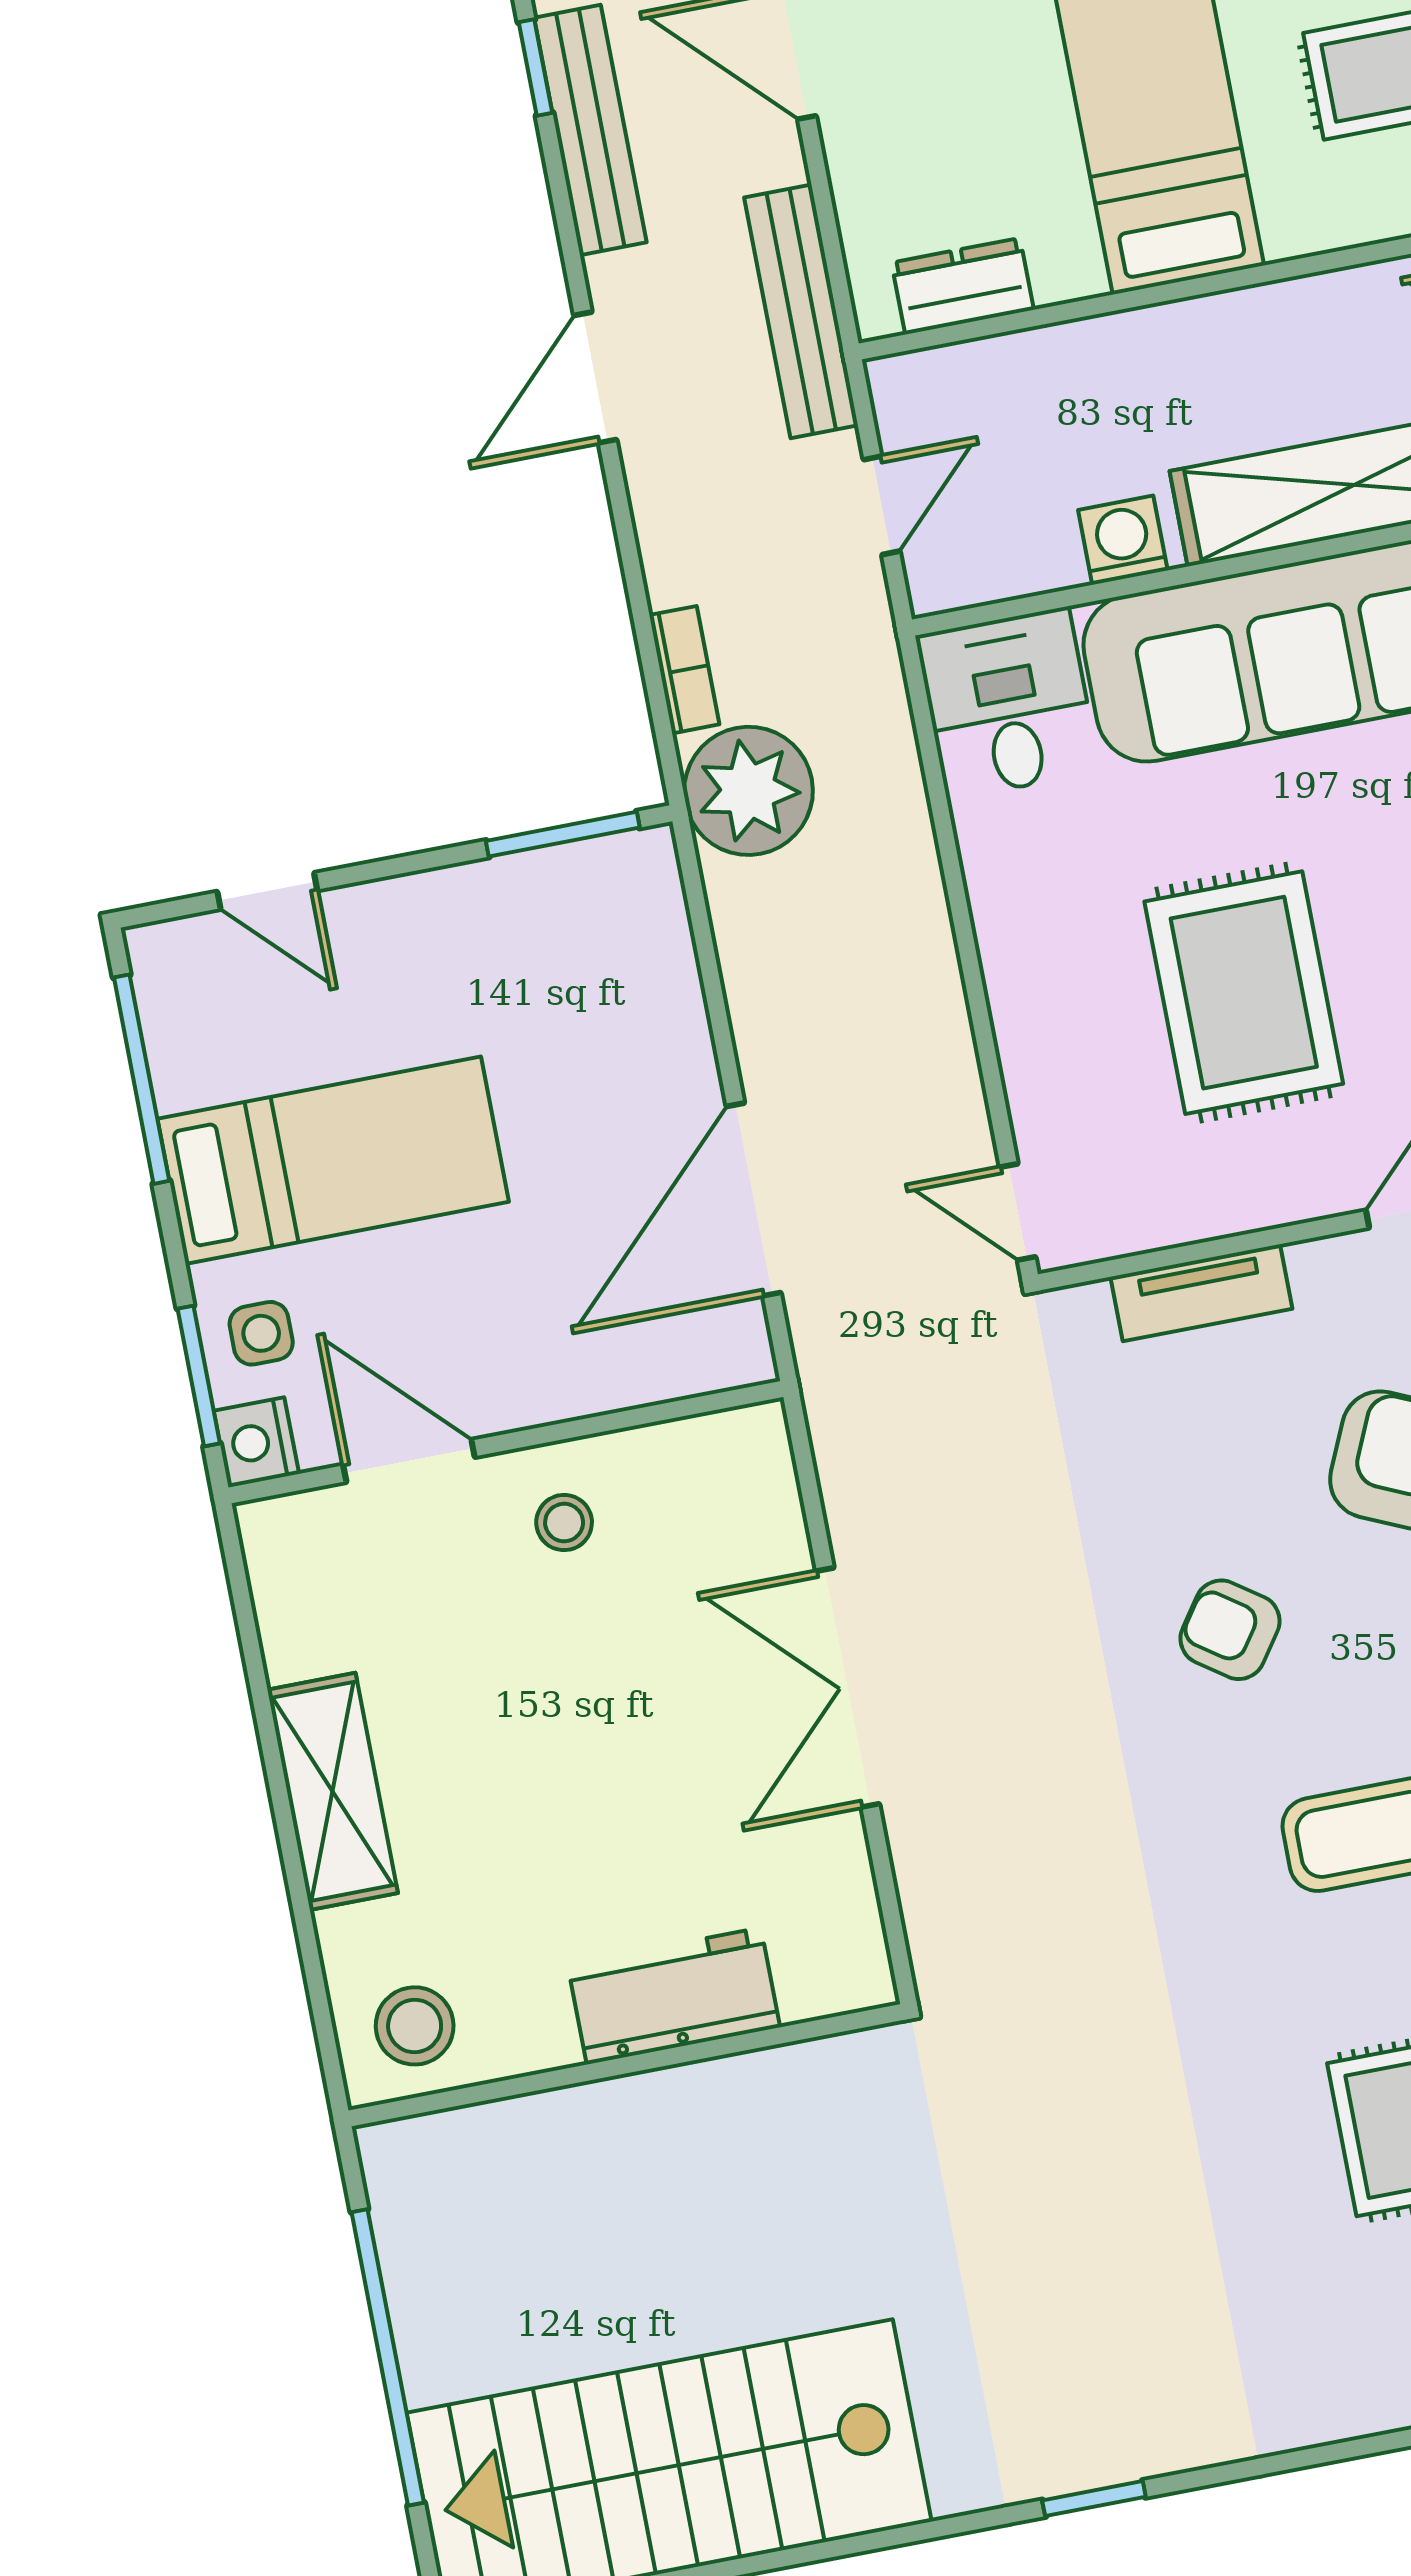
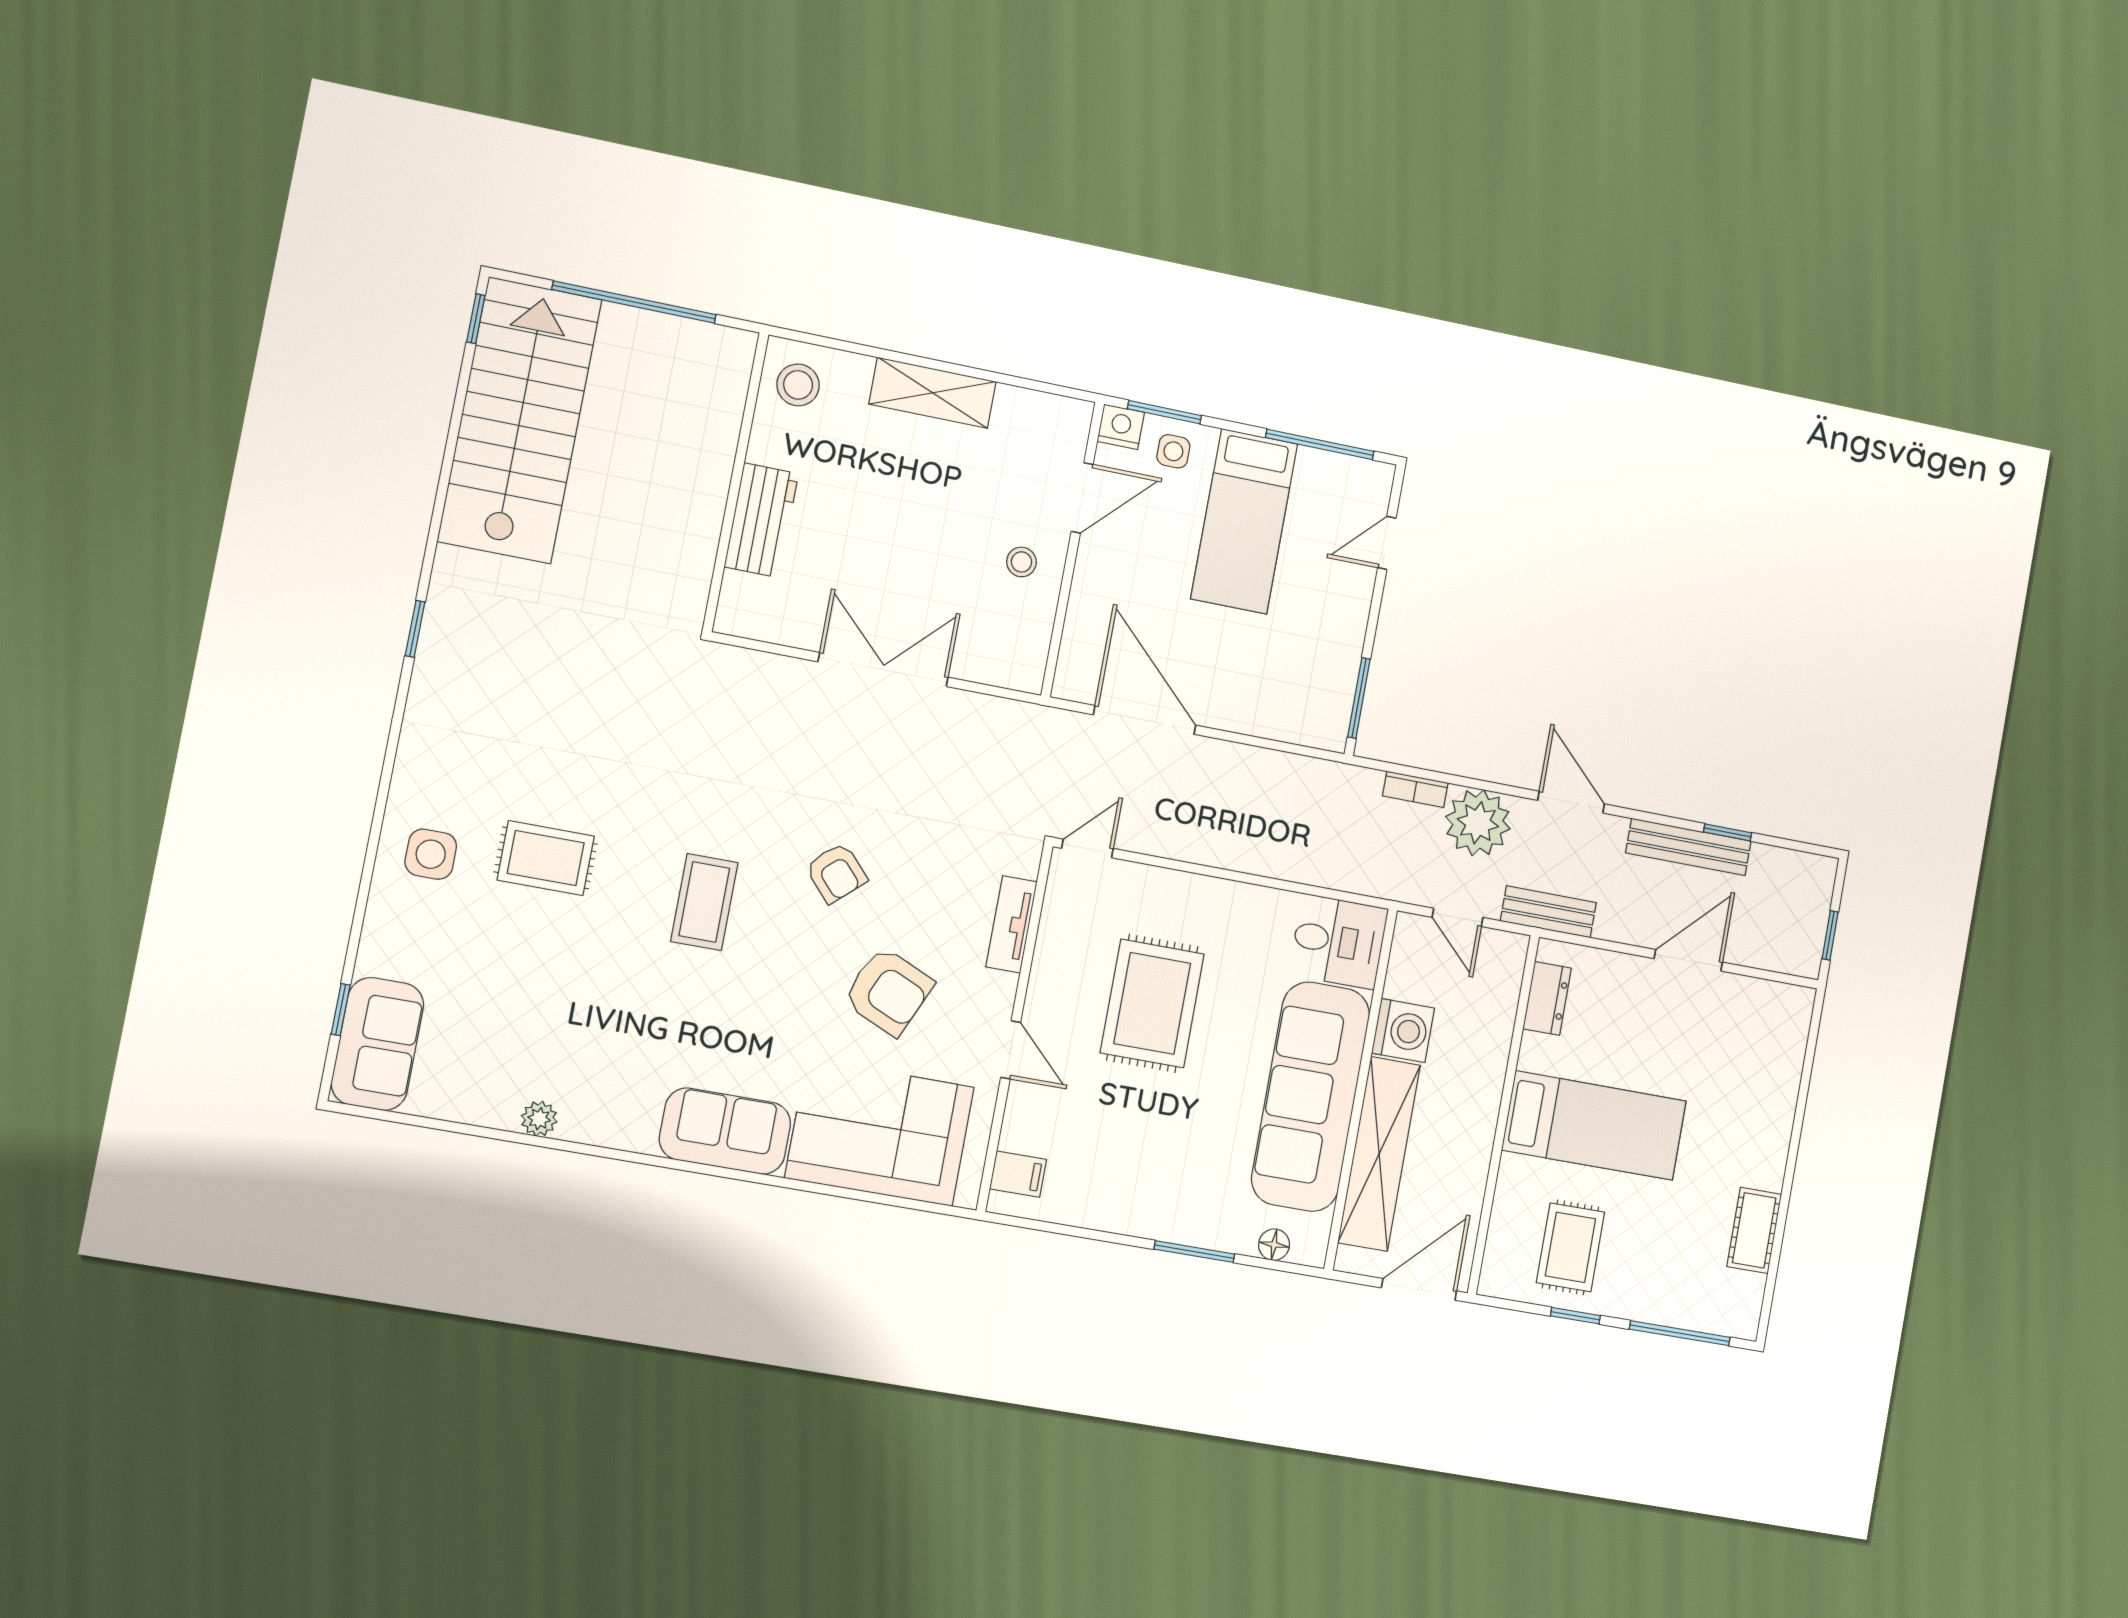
bench: (801, 311) -> (1548, 912), width x0.73
washing machine: (1123, 540) -> (1403, 1031), width x1.38, depth x1.38
plant: (749, 791) -> (1478, 823), moved
rug: (1244, 993) -> (1152, 1003), turned 90
armchair: (1230, 1630) -> (836, 873), turned 103

